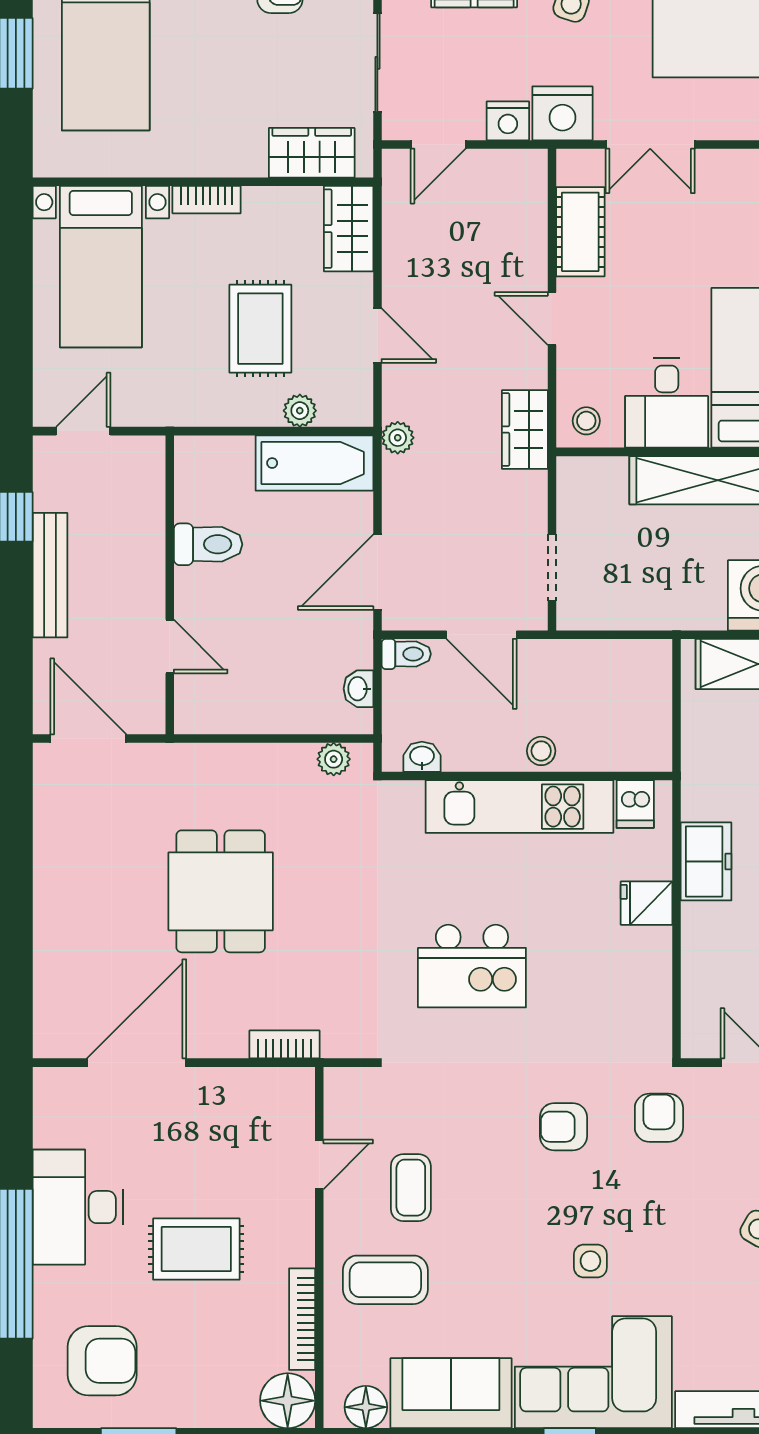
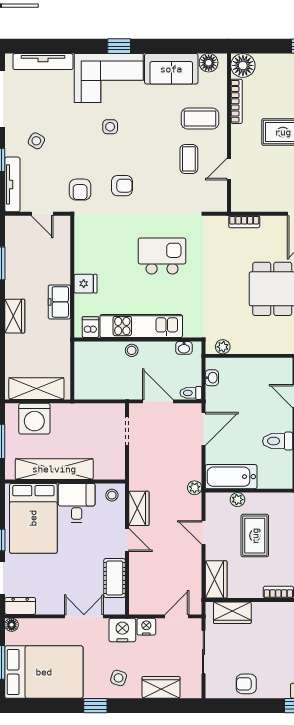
wardrobe: (525, 430) -> (139, 508), moved

